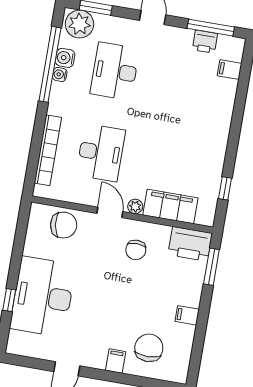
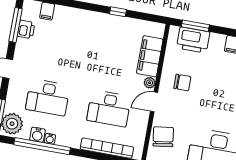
desk: (101, 153) -> (109, 108), turned 180
window: (225, 188) -> (118, 12), moved
printer: (190, 244) -> (193, 40), moved, turned 90

